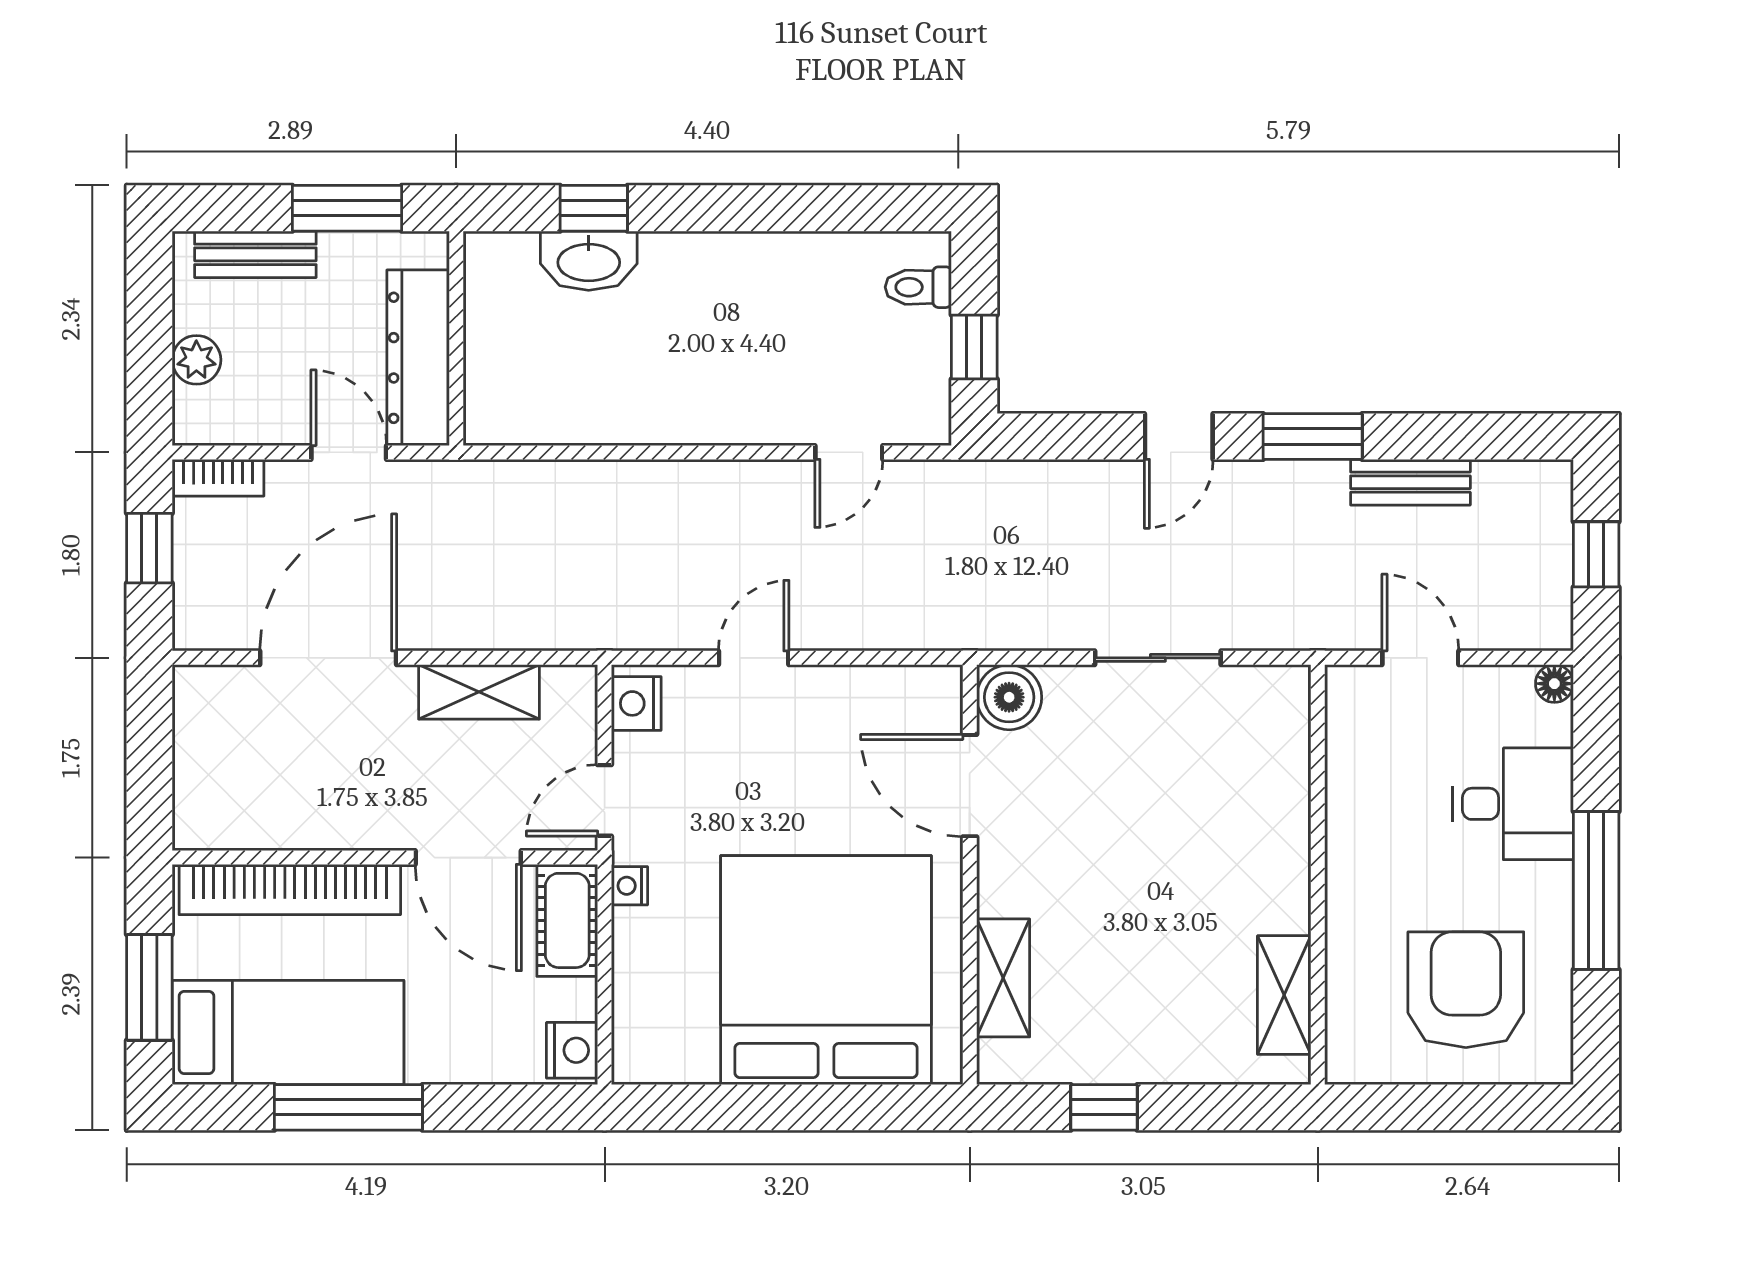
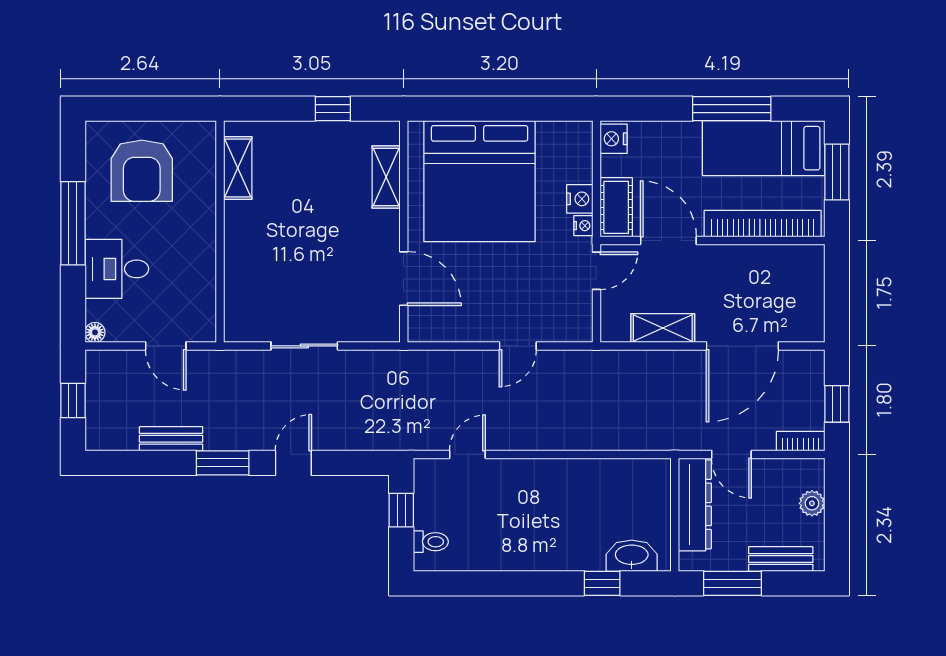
washbasin: (589, 261) -> (632, 556), moved
boiler: (1009, 697) -> (383, 325), removed
nightstand: (636, 703) -> (580, 199), moved

